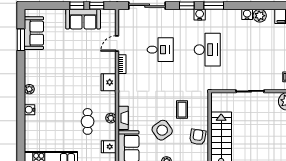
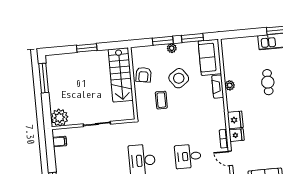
door: (117, 44) -> (230, 158), swing flipped
cafe table: (88, 121) -> (268, 82), moved
fridge: (109, 147) -> (237, 135), moved

